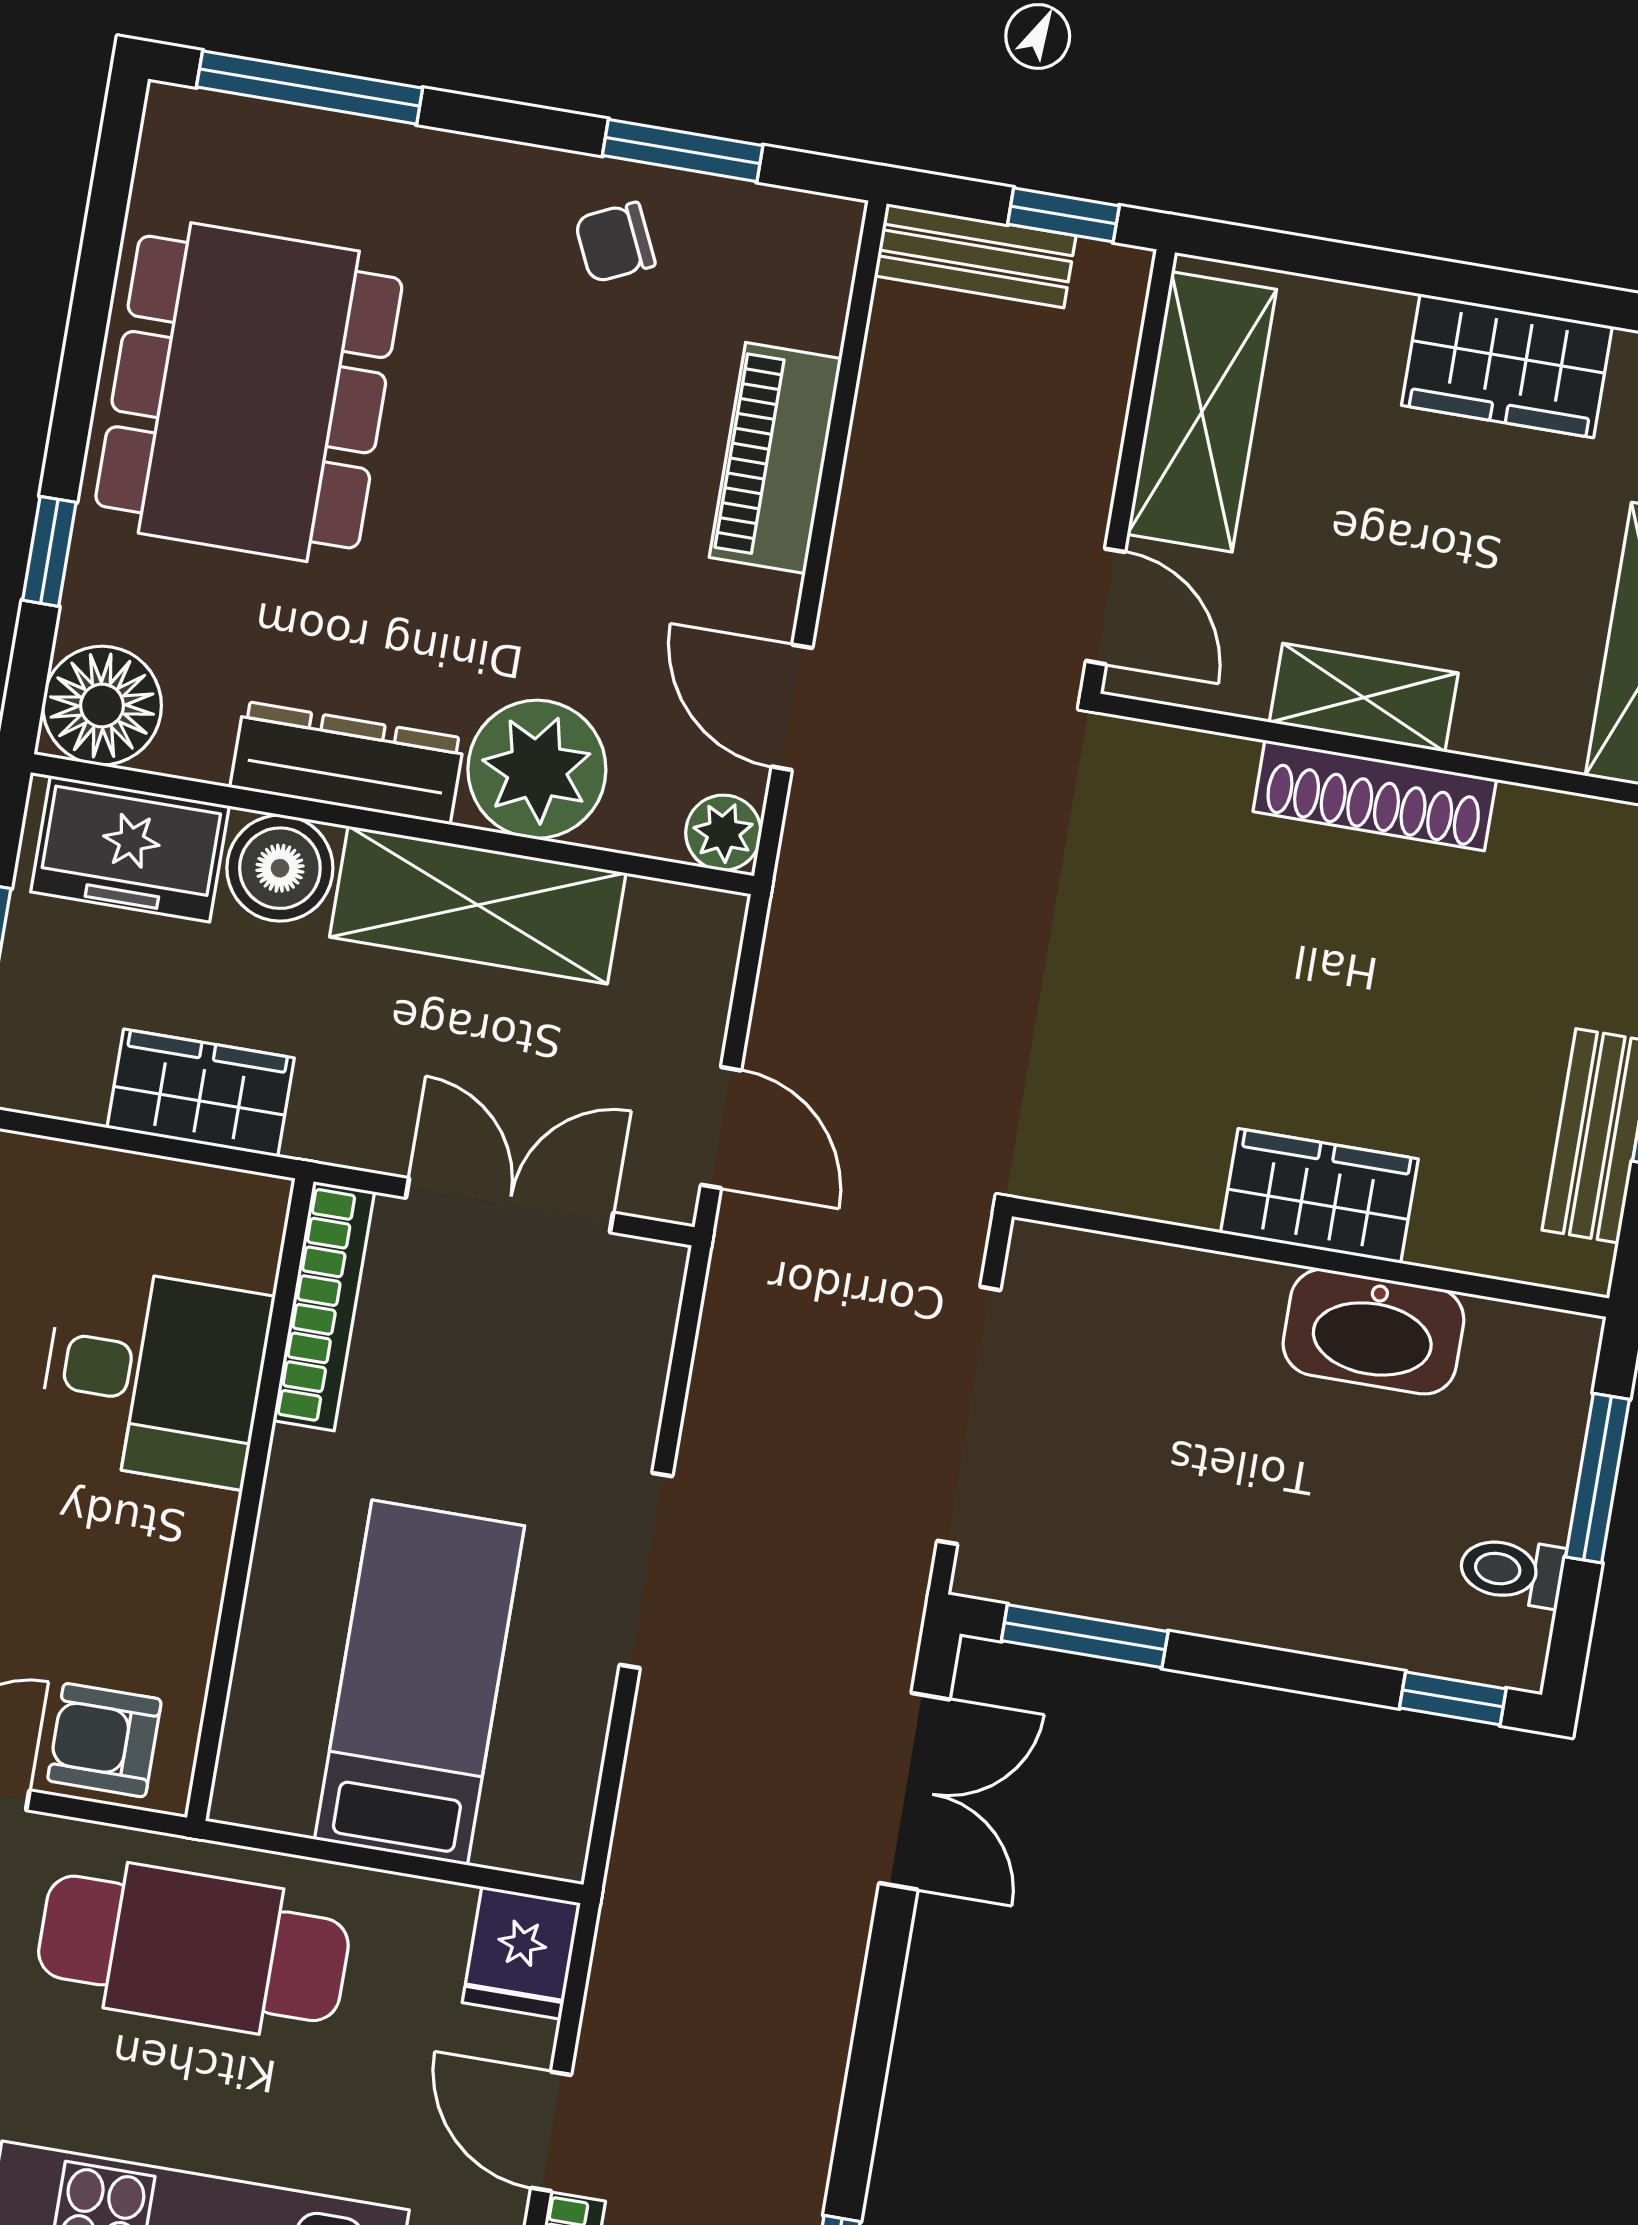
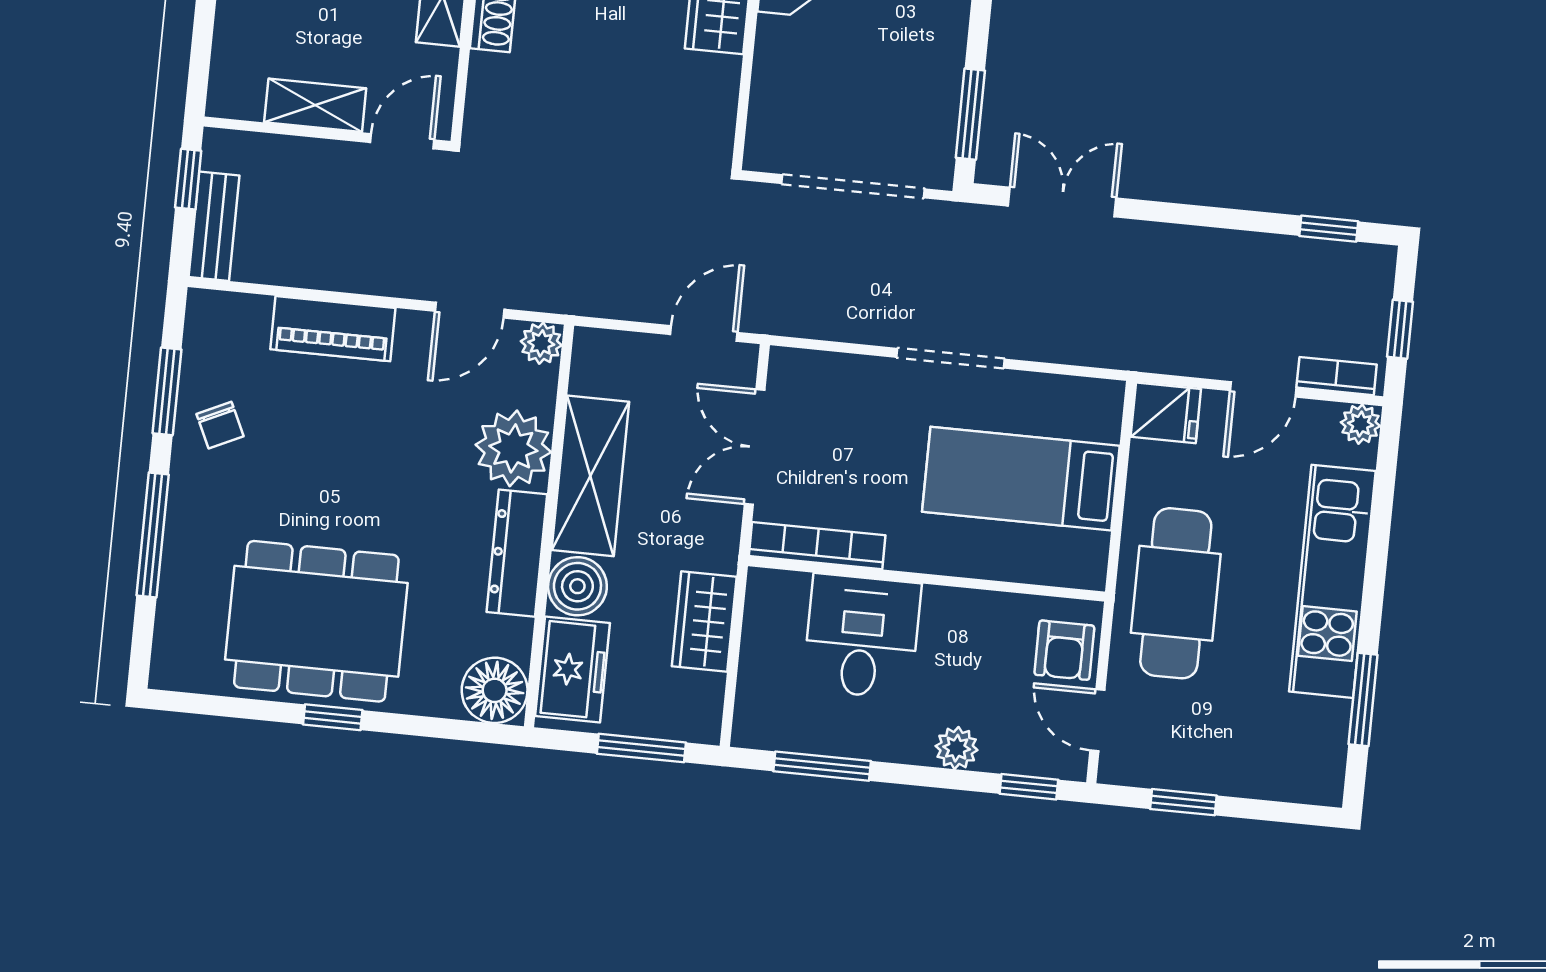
window: (310, 87) -> (153, 535), moved
shelving: (1202, 412) -> (315, 105), width x0.67, depth x0.75
window: (49, 551) -> (333, 717), moved

